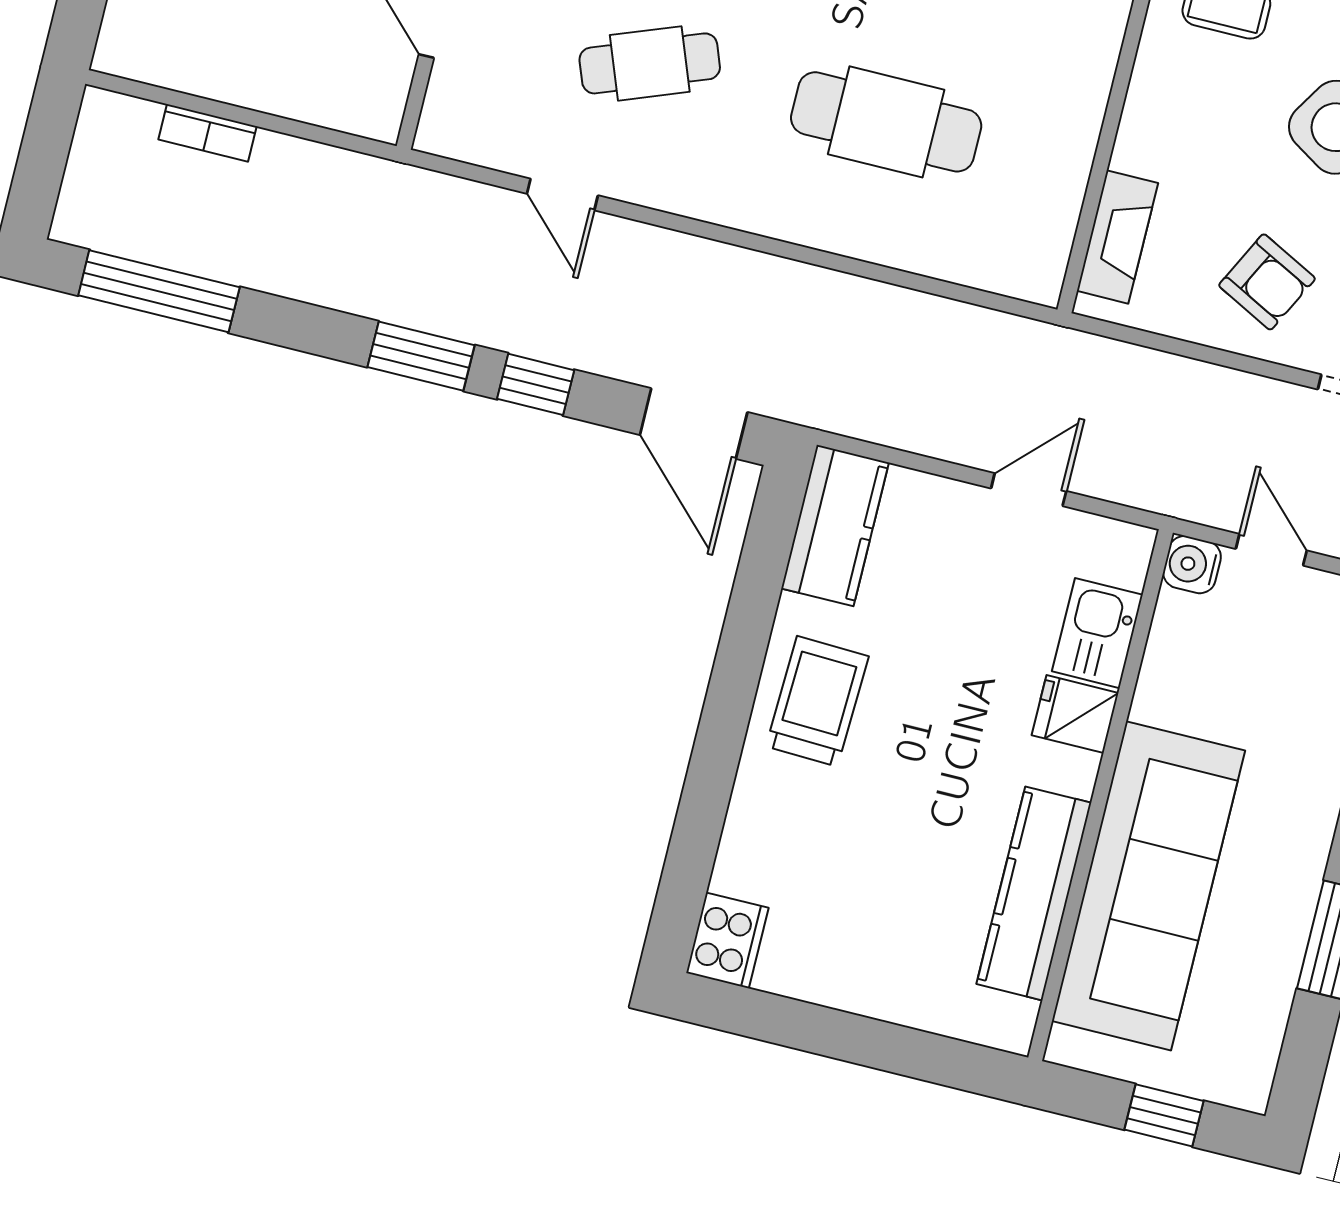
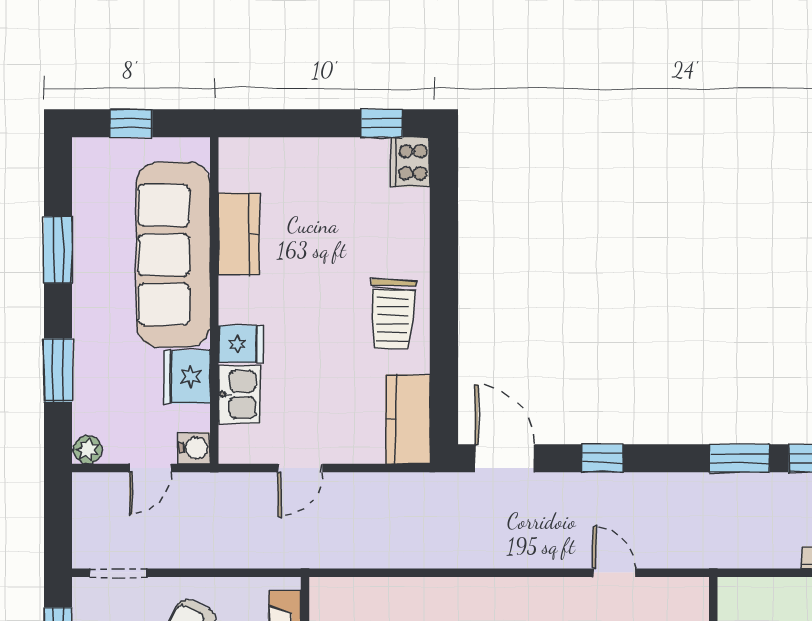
window: (421, 356) -> (740, 458), moved
door: (1271, 550) -> (150, 468), hinge flipped
fridge: (1175, 683) -> (187, 377), added
kitchen counter: (1034, 893) -> (239, 234), width x0.67
window: (759, 1015) -> (382, 123), added

